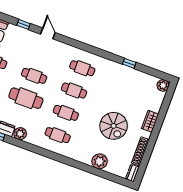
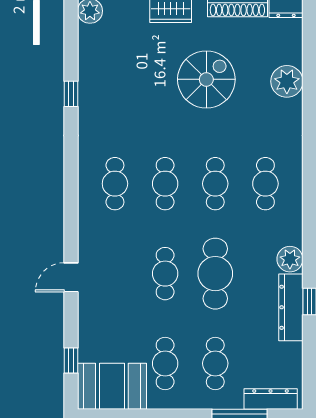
window: (24, 24) -> (71, 360), moved

